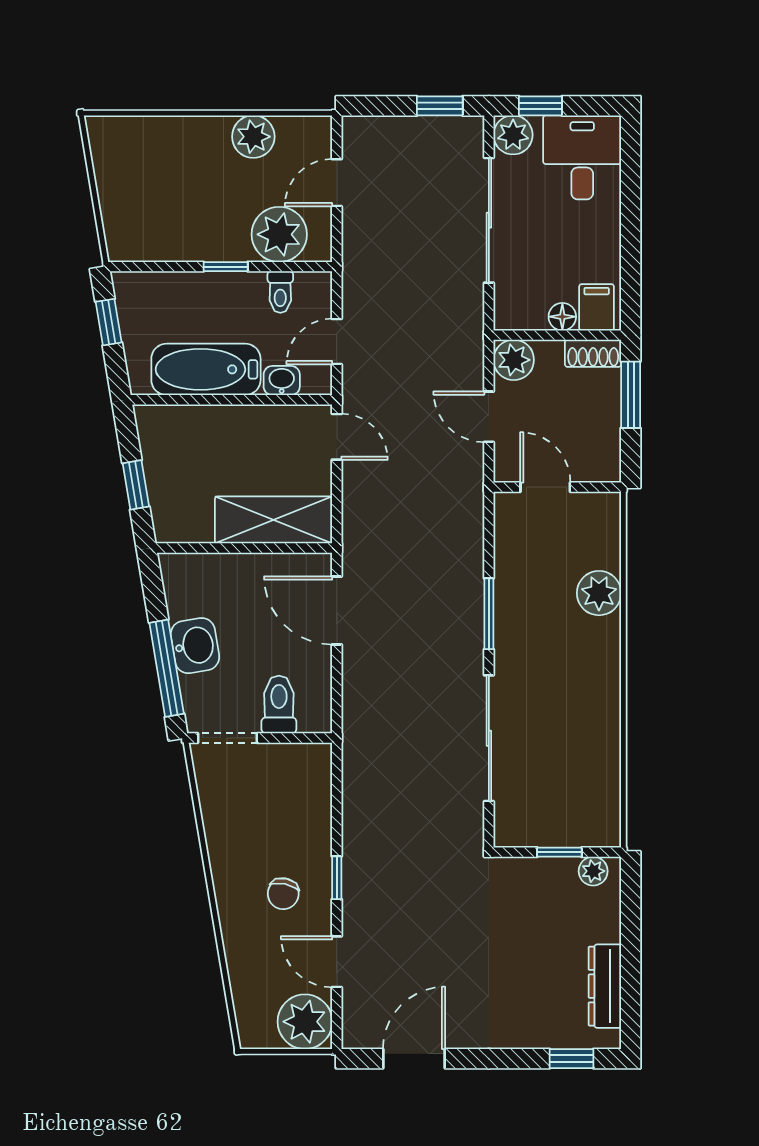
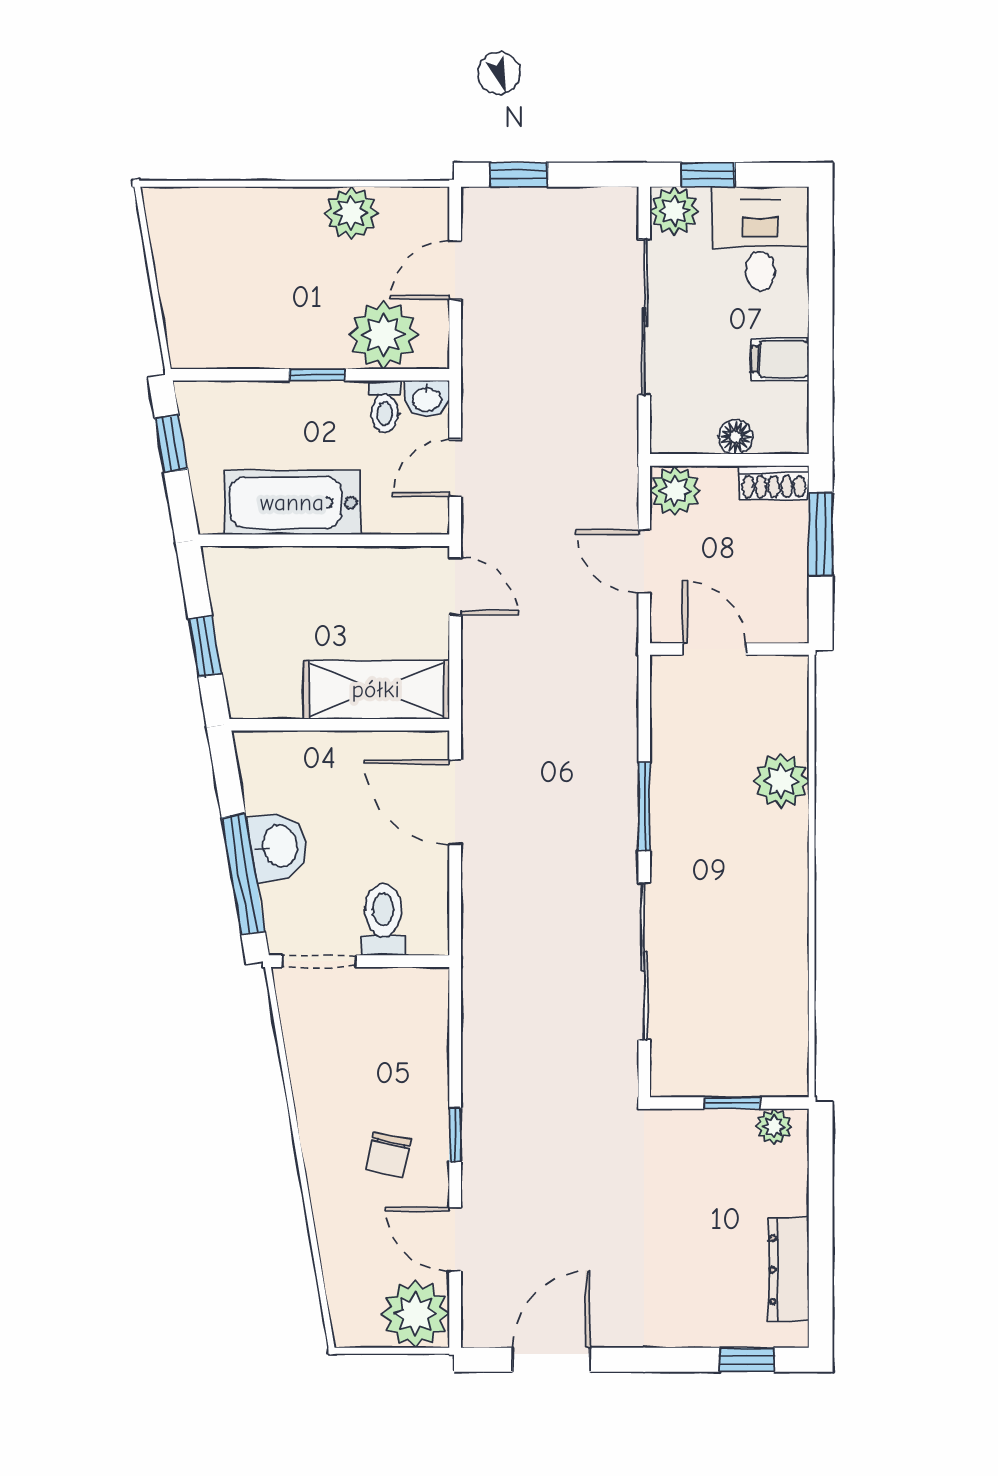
window: (440, 106) -> (519, 175), moved
filing cabinet: (597, 307) -> (780, 359), moved, turned -90
washbasin: (282, 381) -> (427, 399), moved, turned 180

